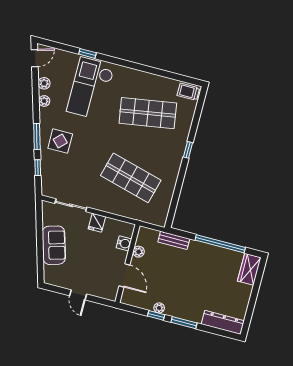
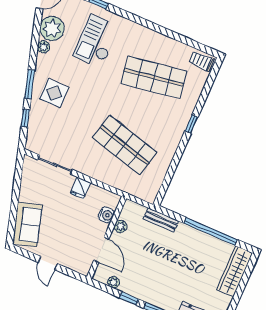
plant: (44, 83) -> (52, 28), width x1.88, depth x1.88
checkout: (91, 88) -> (96, 41), width x0.73, depth x0.83
sofa: (54, 245) -> (27, 224), moved
wardrobe: (249, 269) -> (235, 271), width x1.50
plant: (159, 308) -> (113, 282), moved

